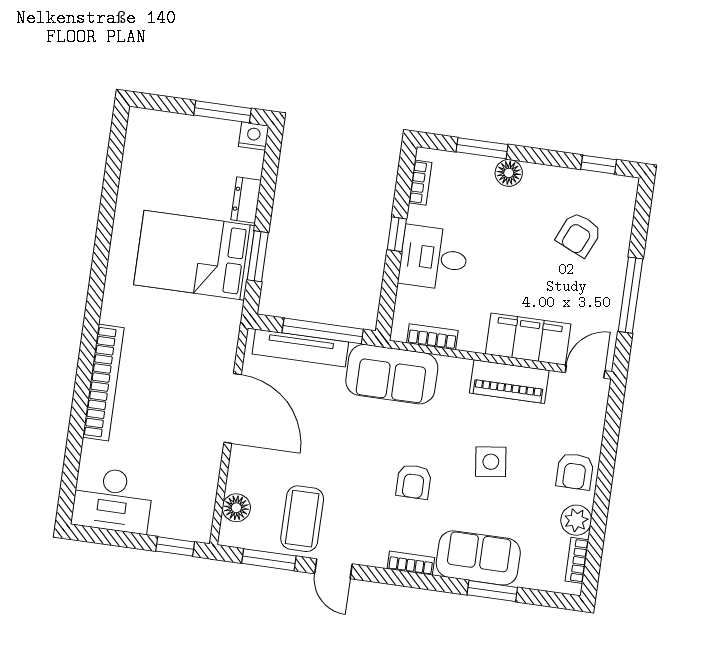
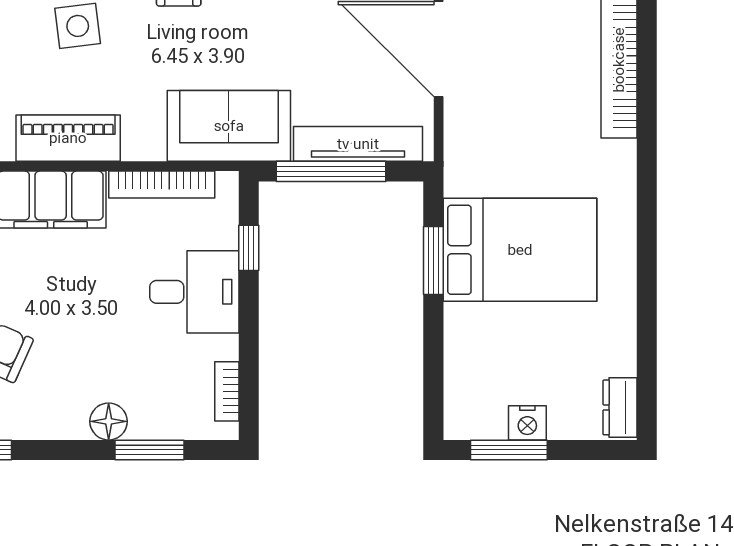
nightstand: (254, 136) -> (527, 423), moved
dresser: (246, 200) -> (620, 407), moved, turned 180
window: (397, 234) -> (249, 248), moved
bookcase: (432, 337) -> (162, 184), width x1.56

